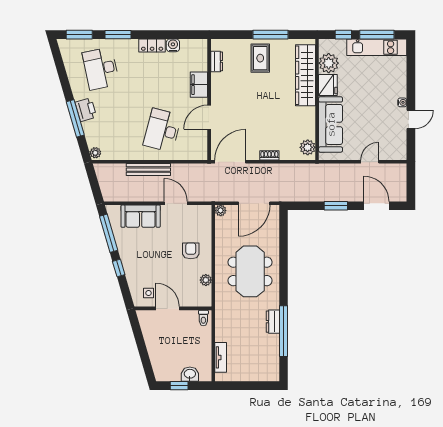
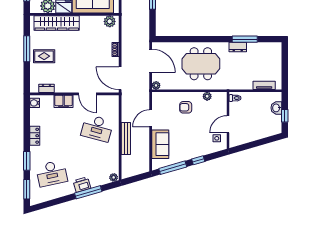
water cooler: (173, 45) -> (35, 103), moved
window: (284, 331) -> (245, 39), width x0.68

